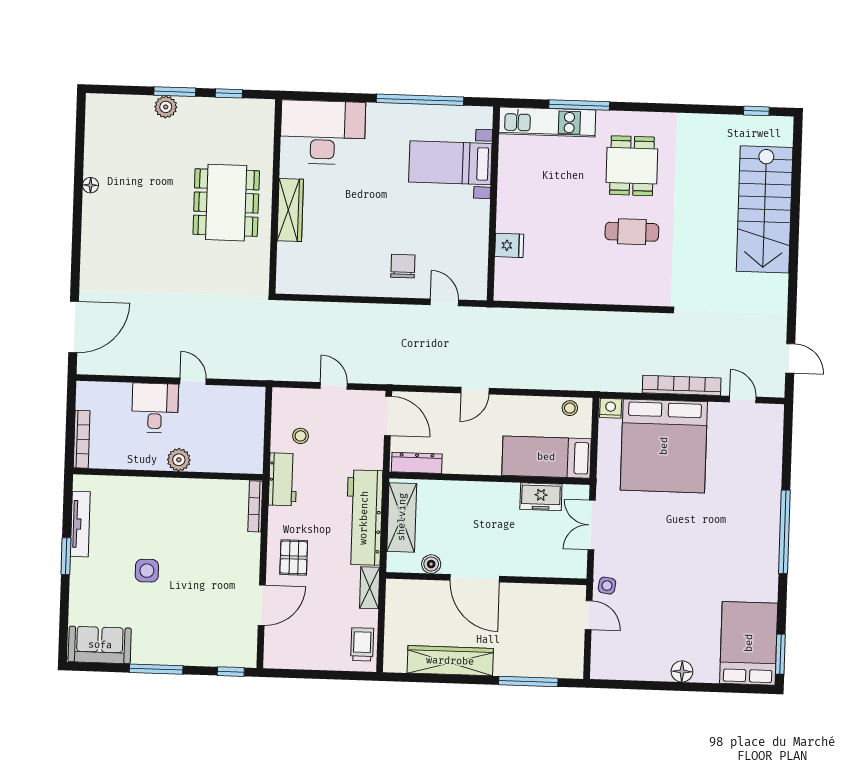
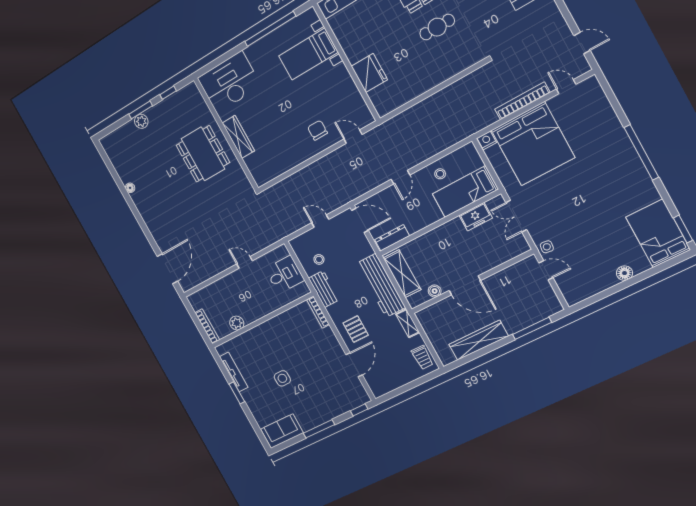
fridge: (509, 245) -> (369, 73), width x1.88, depth x1.34
desk: (155, 408) -> (285, 274), moved, turned 90
stool: (570, 408) -> (440, 174), moved
plant: (179, 460) -> (237, 323), moved
trolley: (362, 644) -> (422, 357), turned 180

